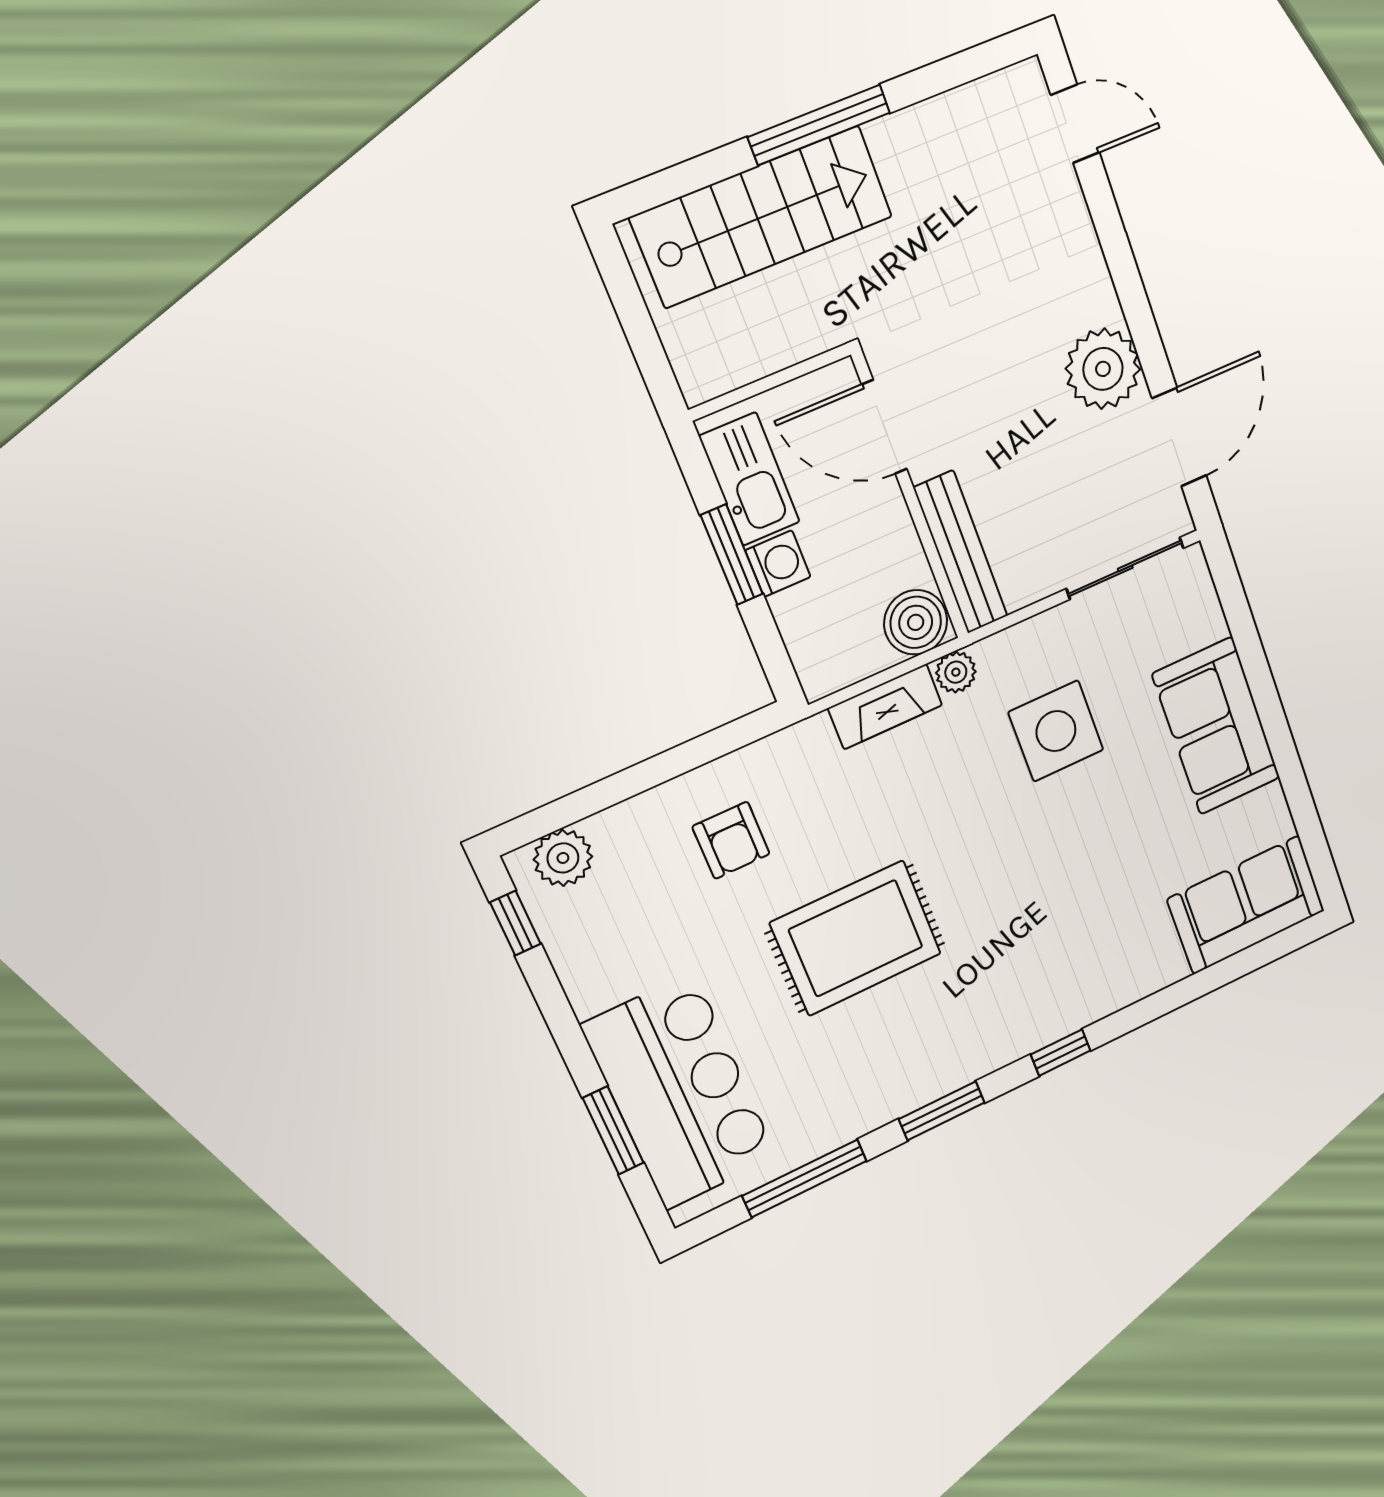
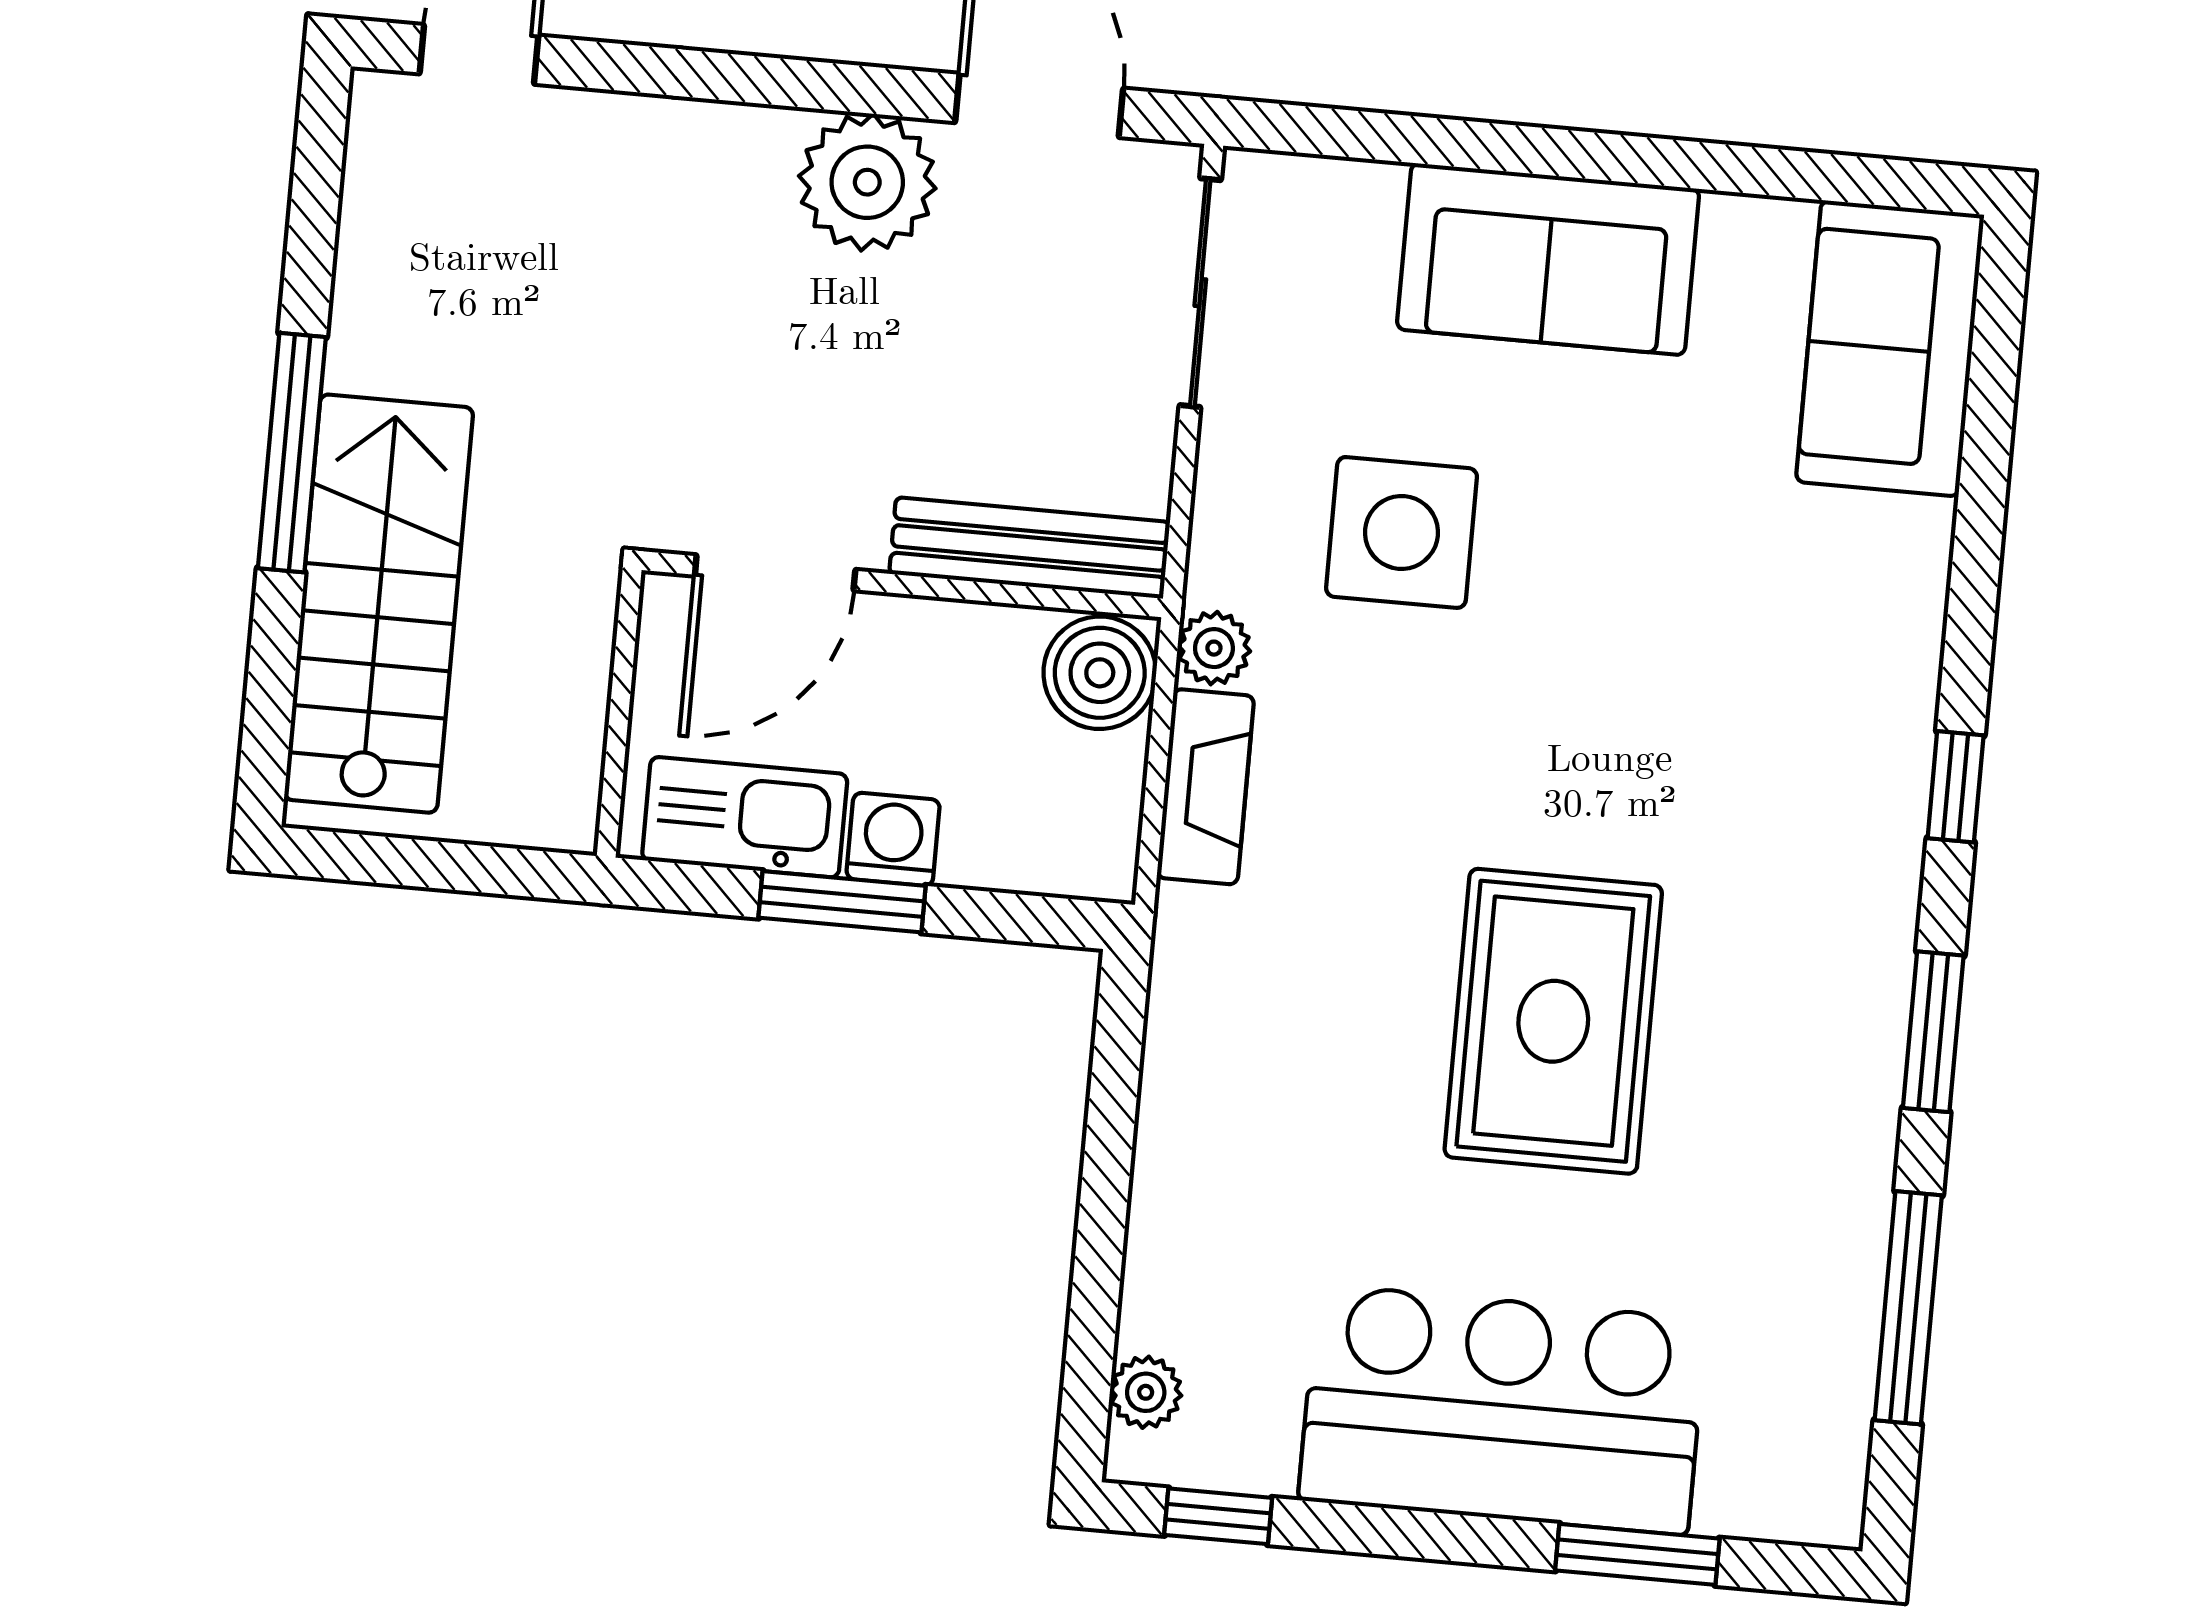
armchair: (731, 840) -> (1279, 1131), removed
plant: (563, 858) -> (1146, 1392), width x0.73, depth x0.73
bar counter: (680, 1092) -> (1502, 1410), moved

